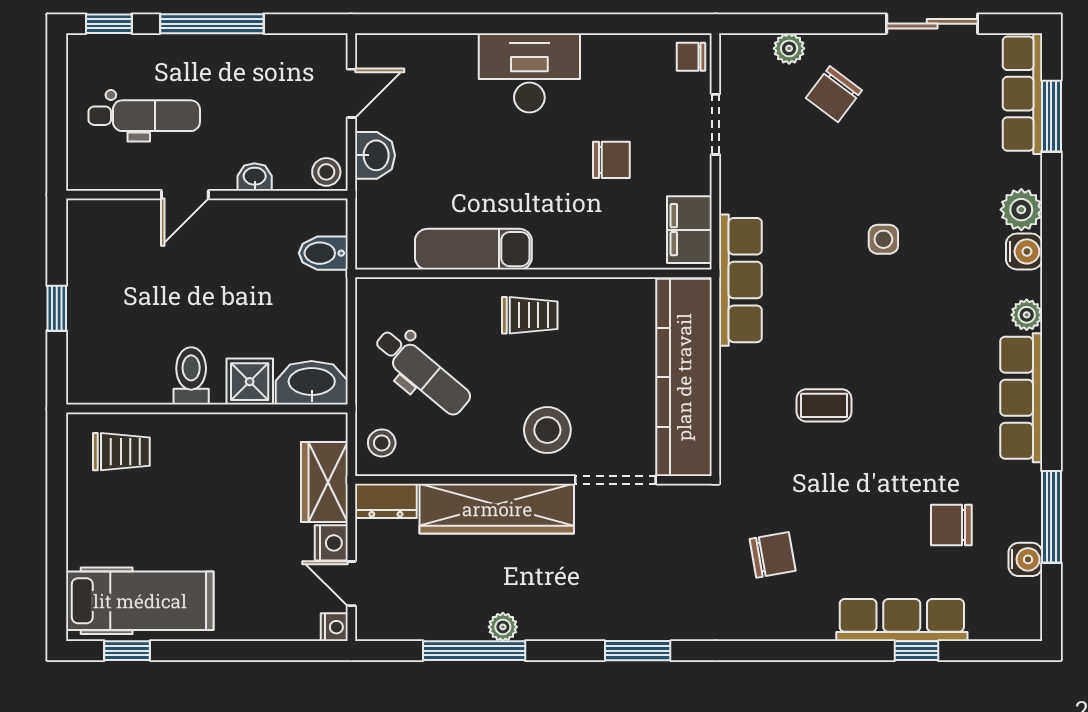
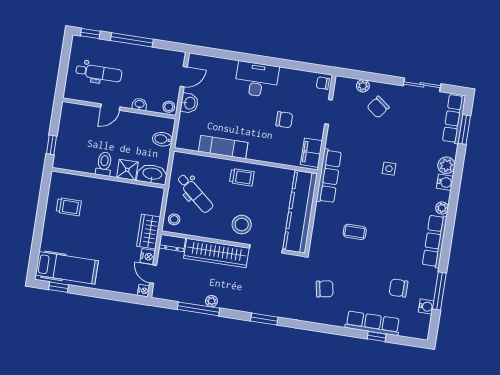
toilet: (191, 376) -> (104, 164), moved
shower: (250, 382) -> (127, 170), moved
washbasin: (312, 383) -> (152, 174), moved
wall: (207, 408) -> (108, 178), moved

